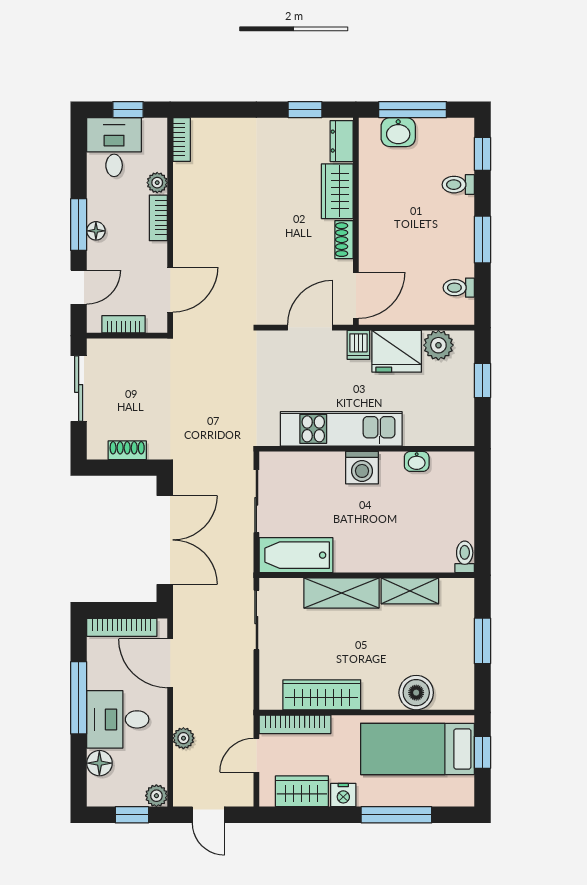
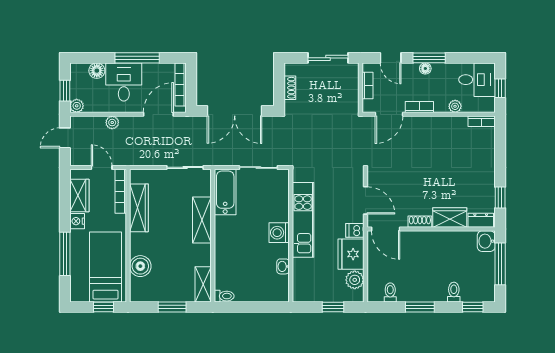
washbasin: (398, 132) -> (486, 241), moved
bookcase: (158, 218) -> (419, 107), moved
door: (170, 290) -> (389, 114), hinge flipped
shelving: (410, 591) -> (203, 284), moved

